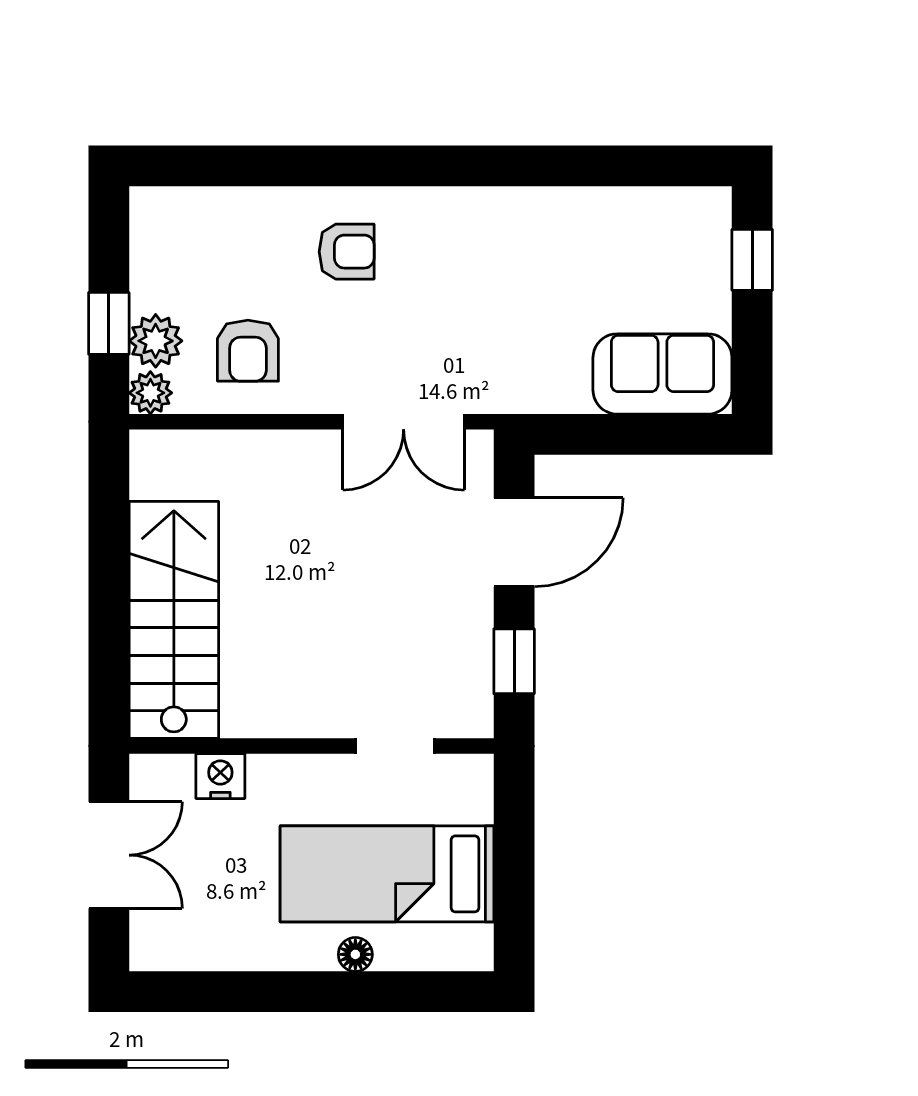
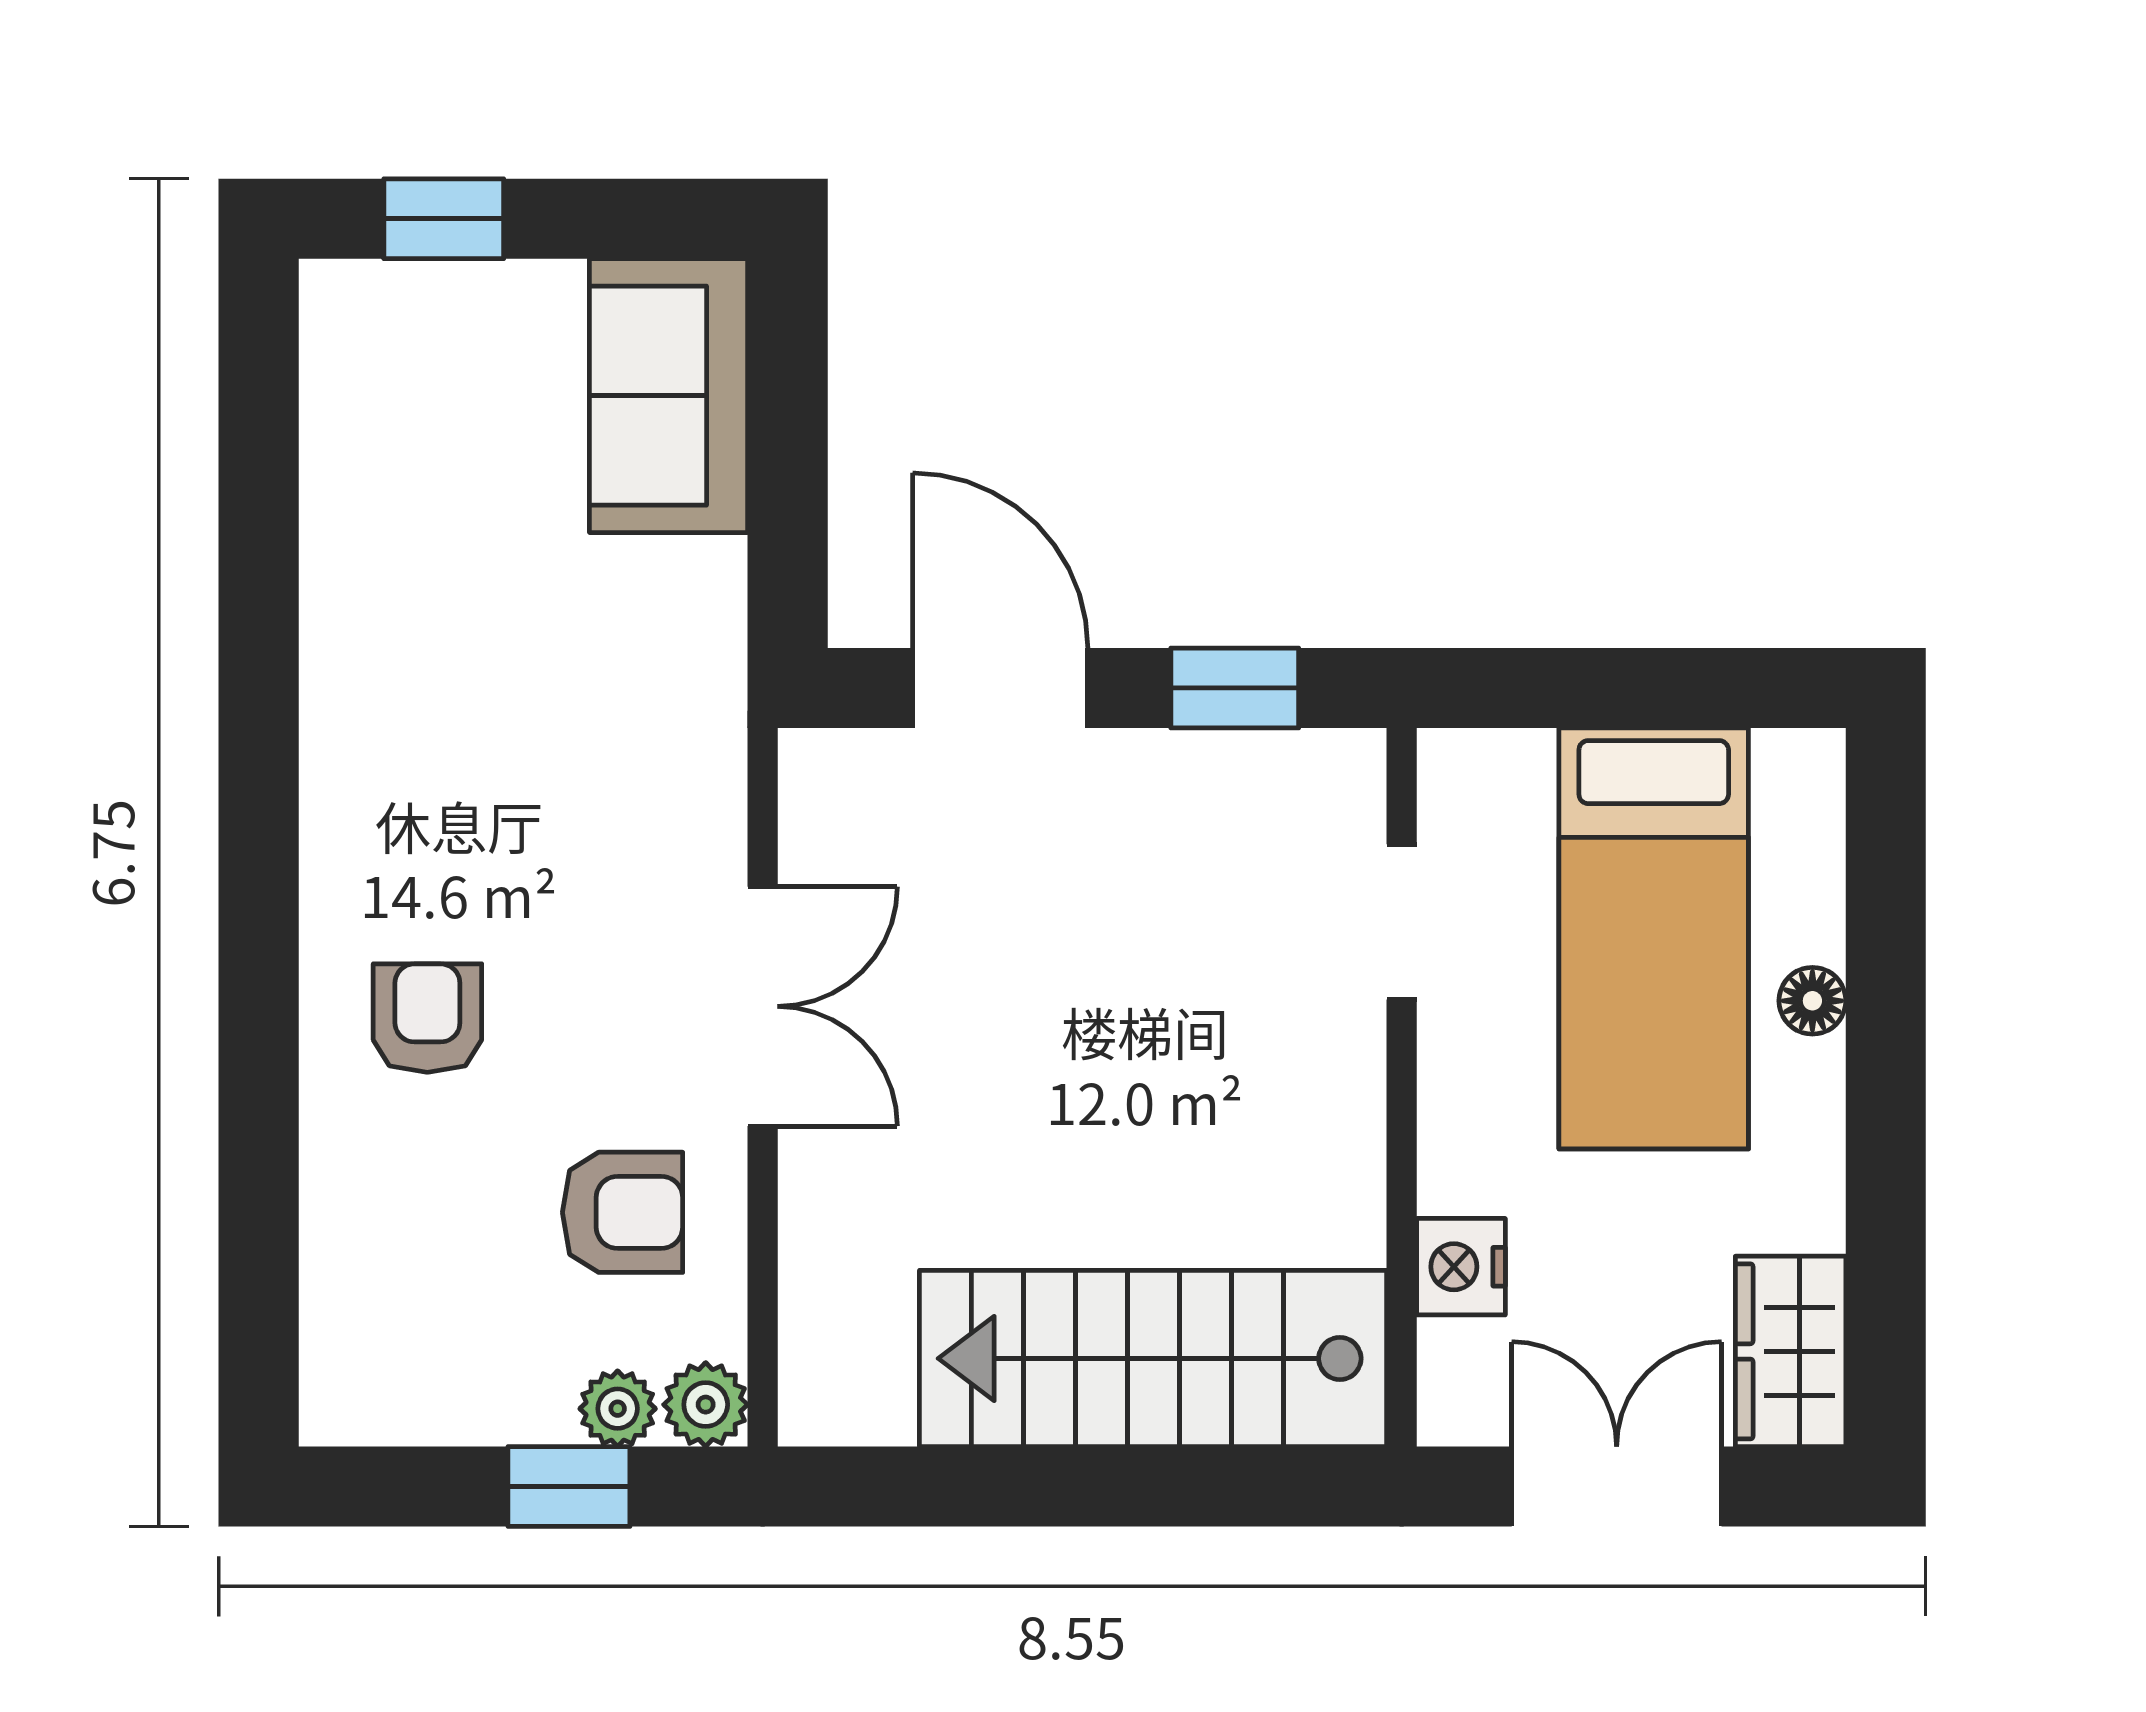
plant: (156, 341) -> (618, 1409), width x0.73, depth x0.73
double door: (404, 422) -> (763, 1006), moved
wardrobe: (177, 943) -> (1791, 1351), added

